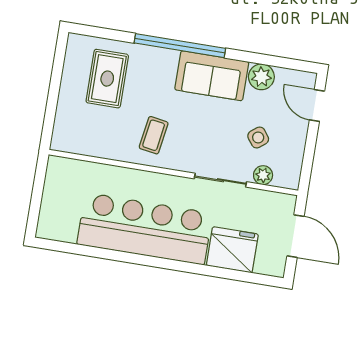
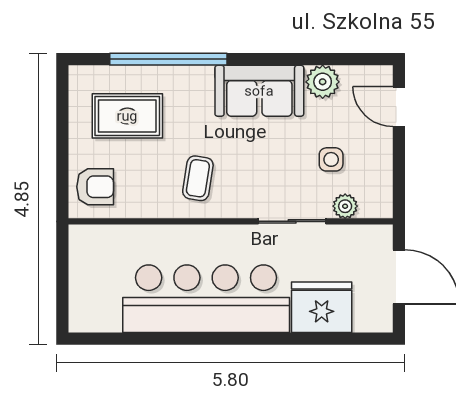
window: (180, 46) -> (168, 59), moved
rug: (107, 79) -> (127, 116), turned 90
armchair: (74, 129) -> (95, 187), added
side table: (258, 138) -> (331, 159), turned 37

